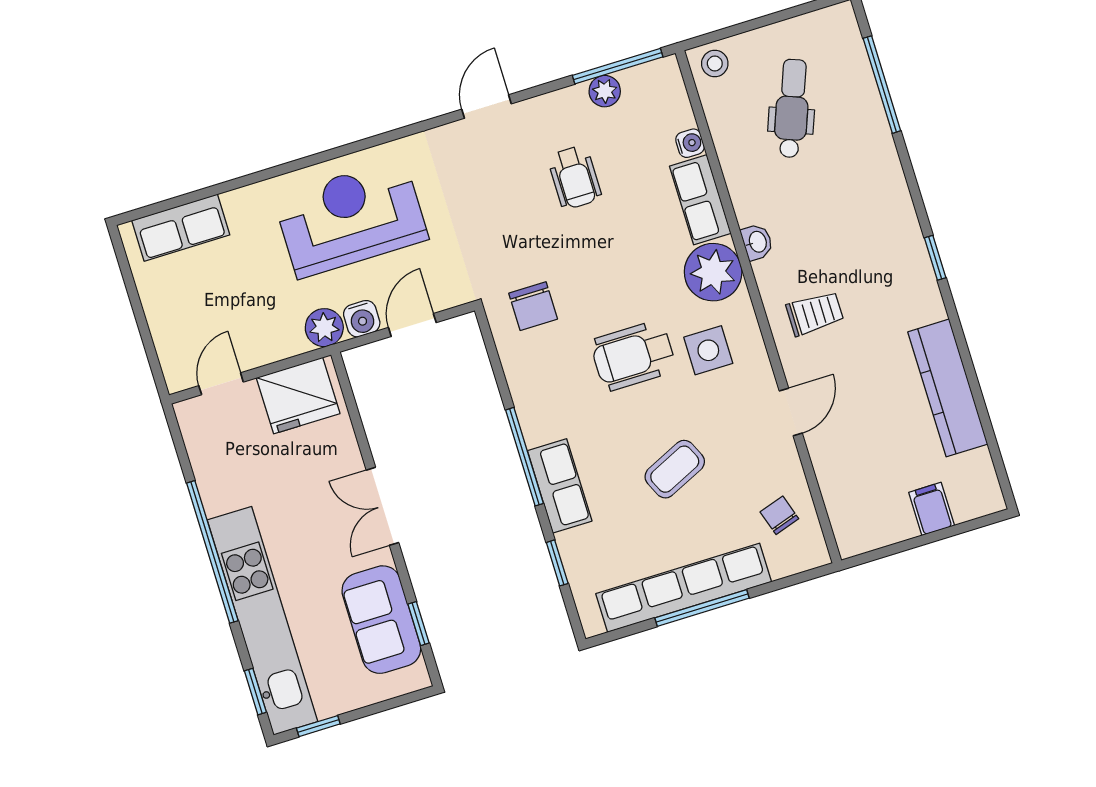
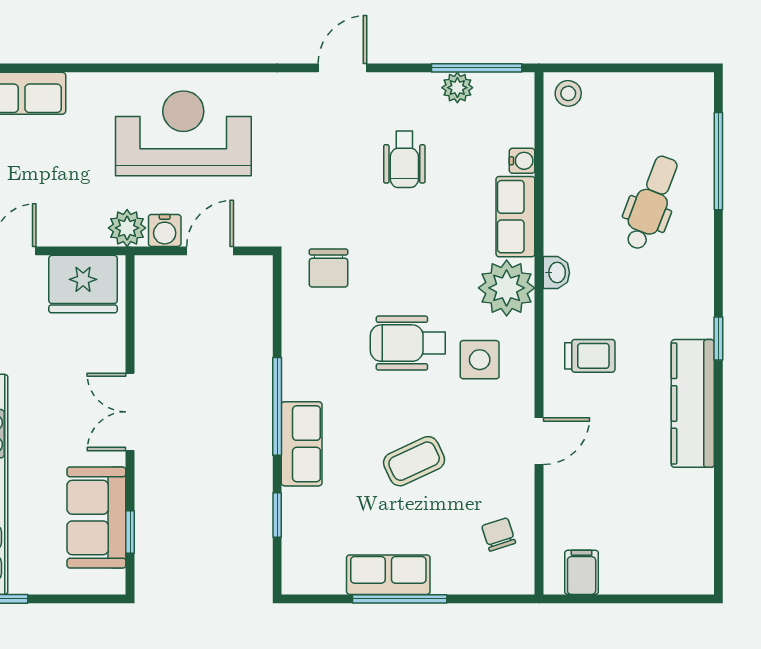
dental chair: (792, 108) -> (651, 203), moved
kitchen counter: (948, 388) -> (693, 403), moved
filing cabinet: (932, 509) -> (582, 572), moved
row of seats: (684, 588) -> (388, 575), width x0.50

